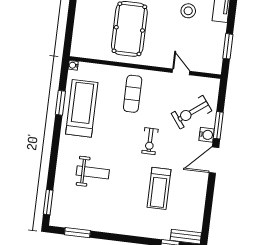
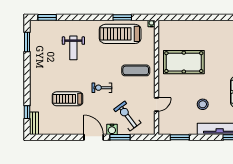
treadmill: (82, 108) -> (120, 34), turned 180

